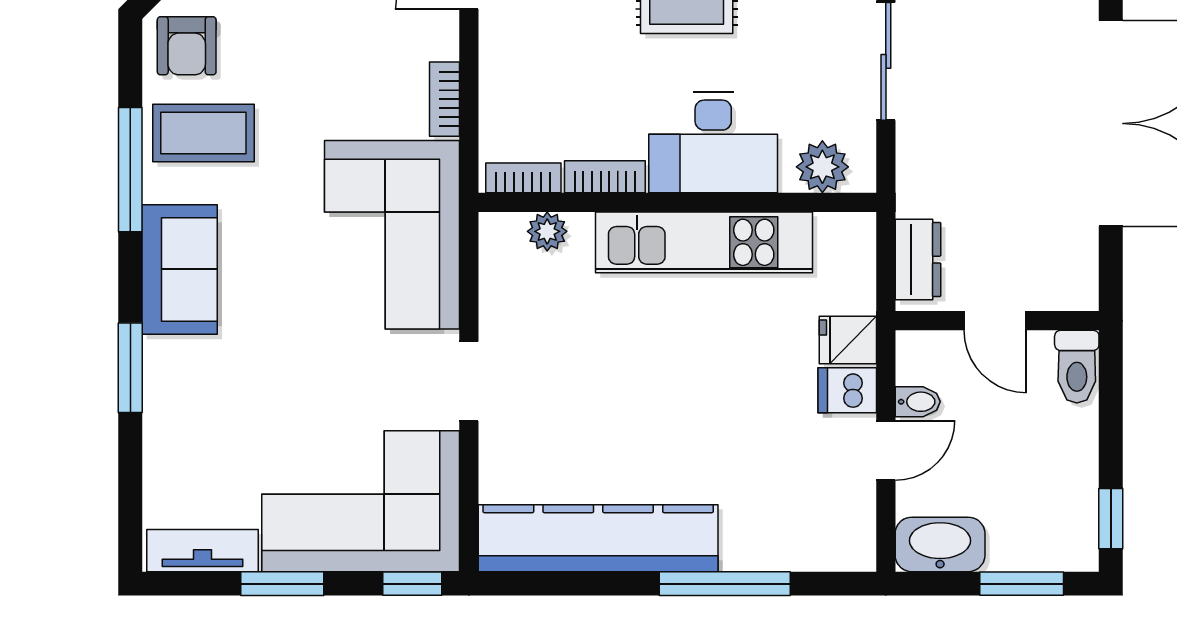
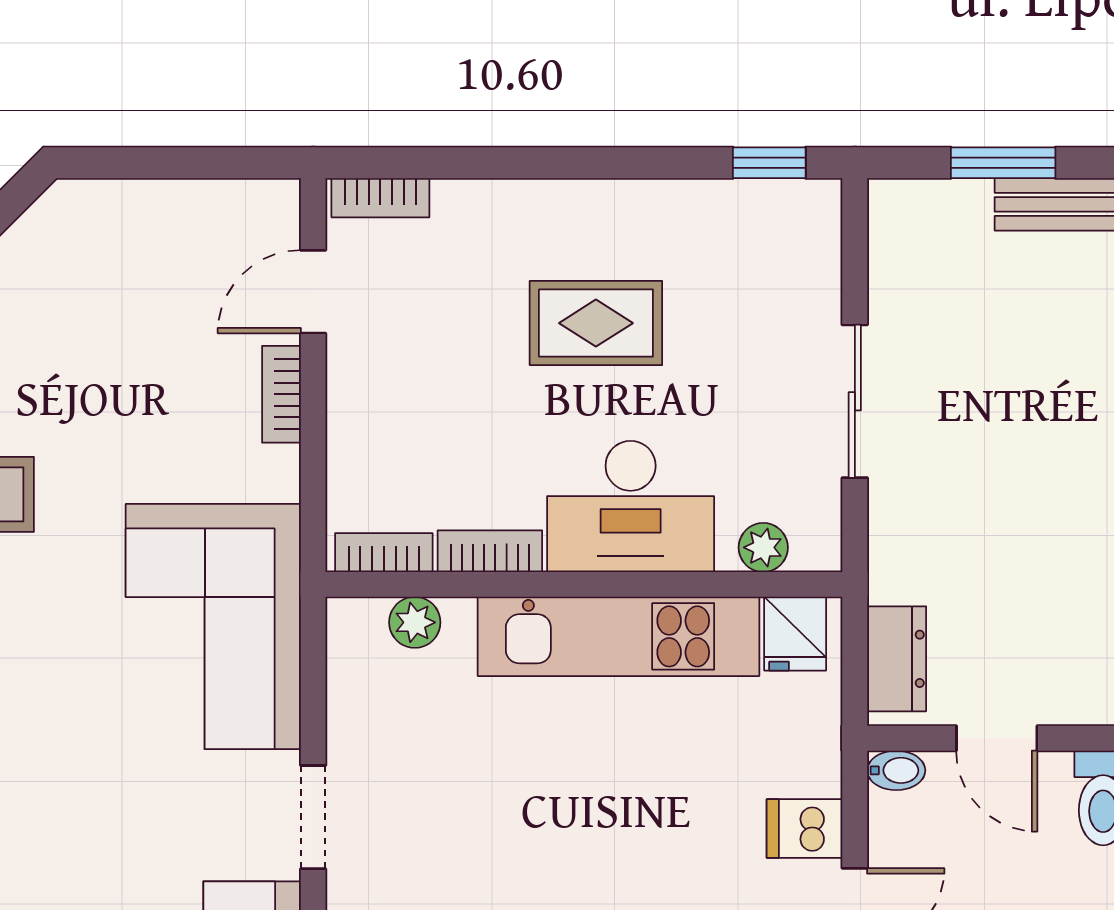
bookcase: (445, 99) -> (281, 394), moved
plant: (822, 167) -> (763, 547), width x0.73, depth x0.73
fridge: (848, 340) -> (795, 634), moved, turned -90
bidet: (918, 402) -> (896, 770), moved

